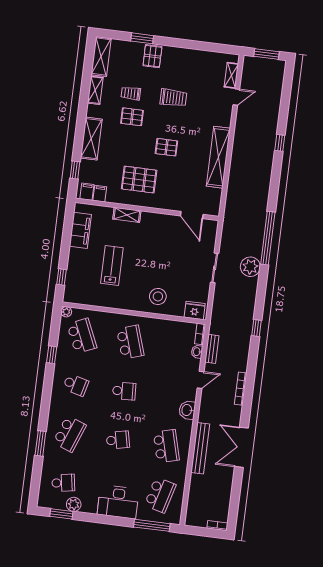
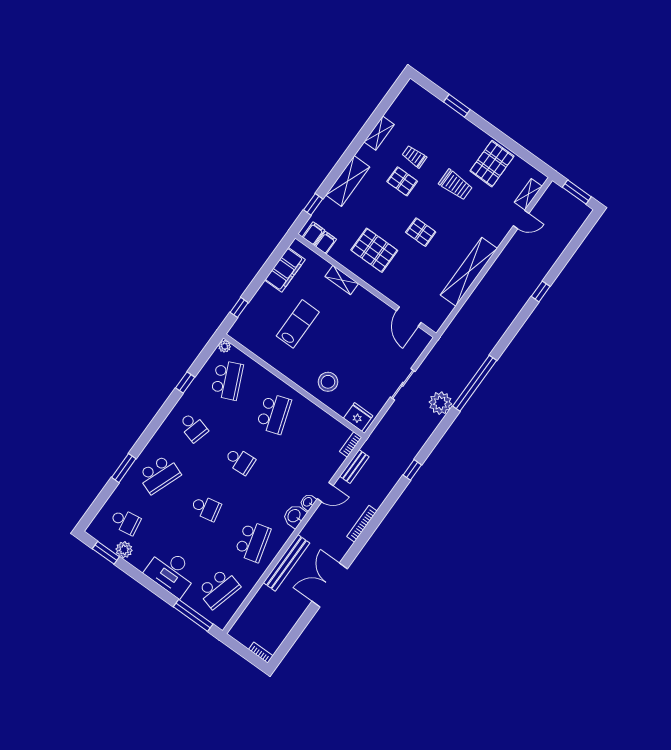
pallet: (152, 56) -> (492, 164), moved, width x1.50, depth x1.42
shelving: (101, 57) -> (404, 102), removed
washbasin: (197, 352) -> (308, 502), moved

